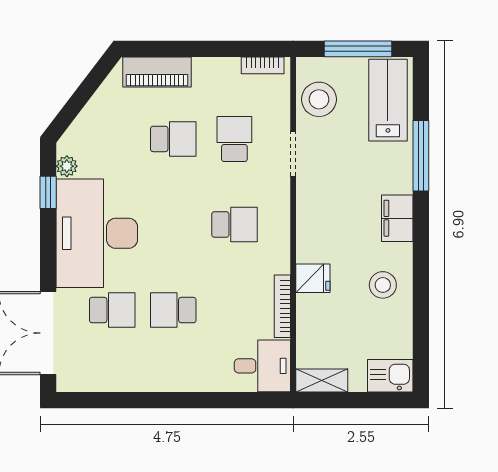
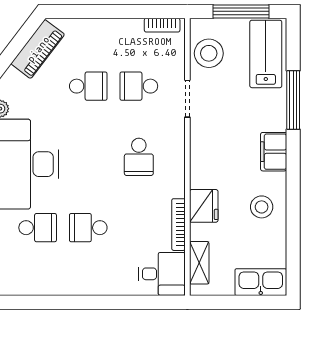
piano: (157, 72) -> (38, 49), moved, turned -53
school desk: (234, 139) -> (139, 86), turned -90
school desk: (234, 224) -> (139, 157), turned 90
fridge: (313, 278) -> (204, 206), width x1.38
kitchen sink: (390, 376) -> (261, 282), width x1.38
shelving: (322, 381) -> (199, 263), moved, turned 90

